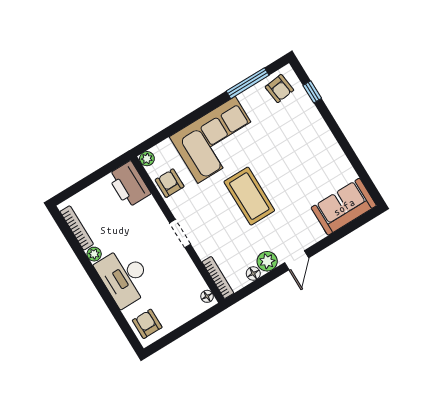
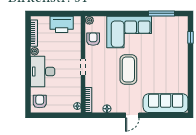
armchair: (279, 89) -> (176, 26), removed
printer: (129, 184) -> (62, 24), moved, turned -90
sofa: (344, 207) -> (166, 103), width x1.36
plant: (267, 261) -> (117, 107), removed

